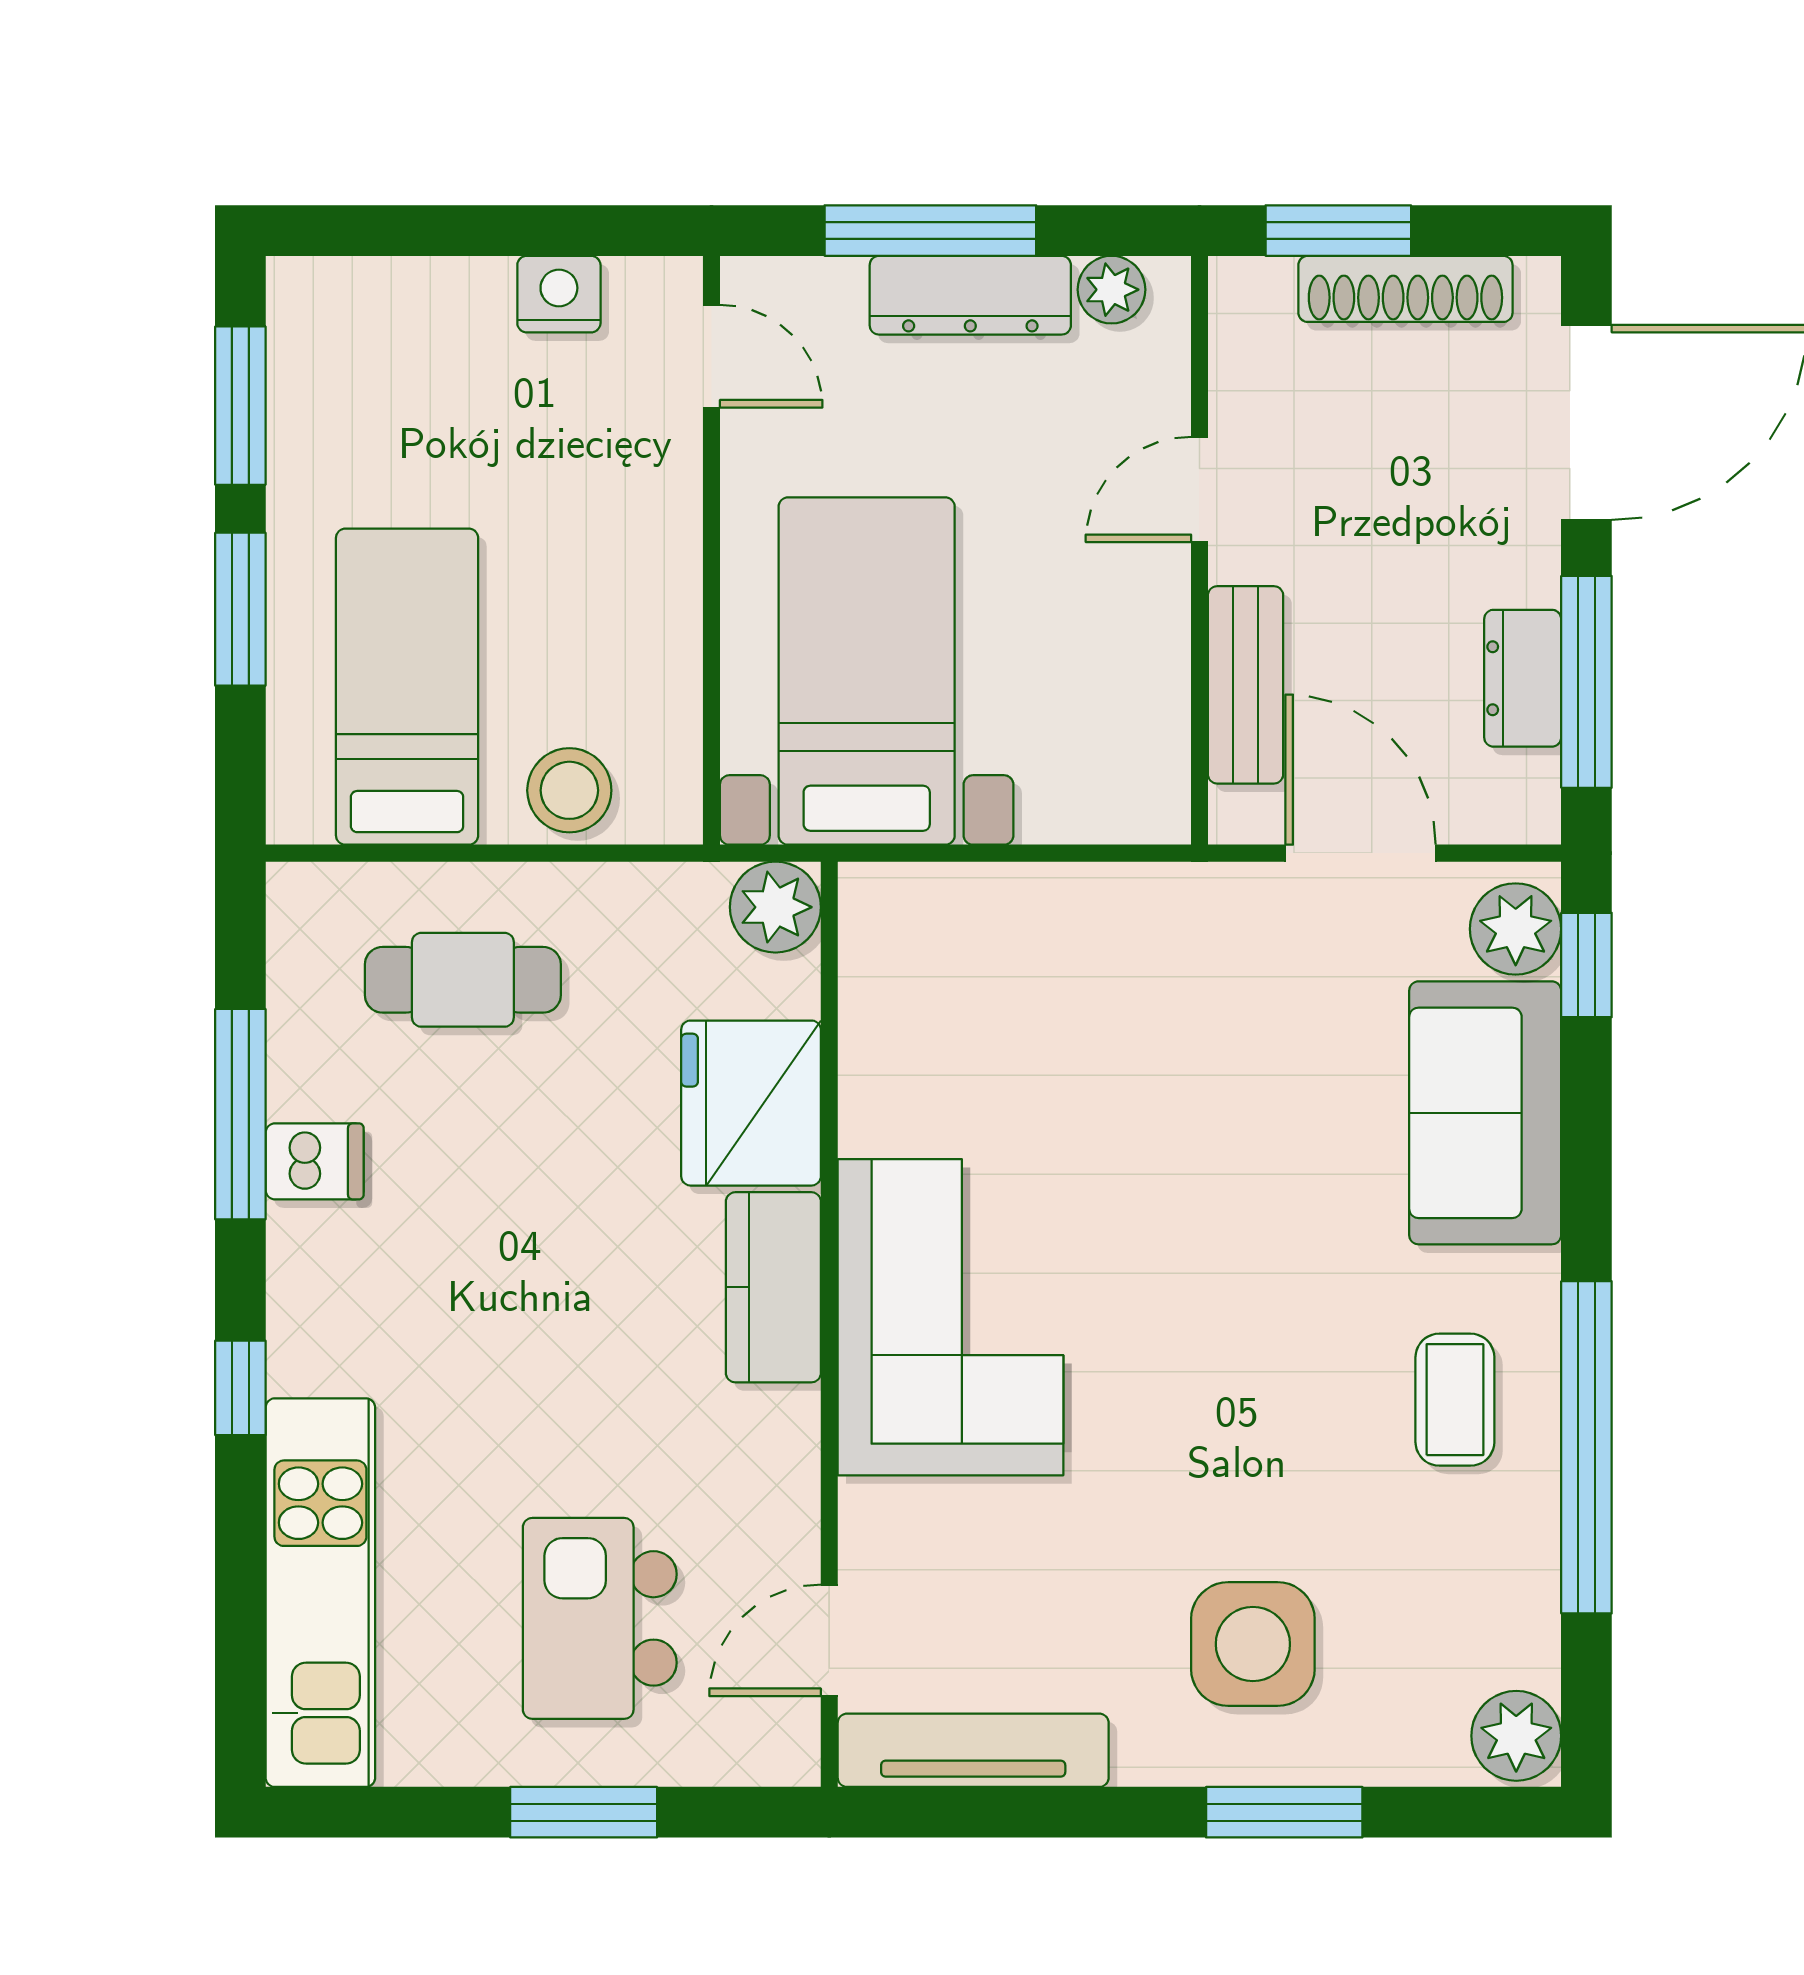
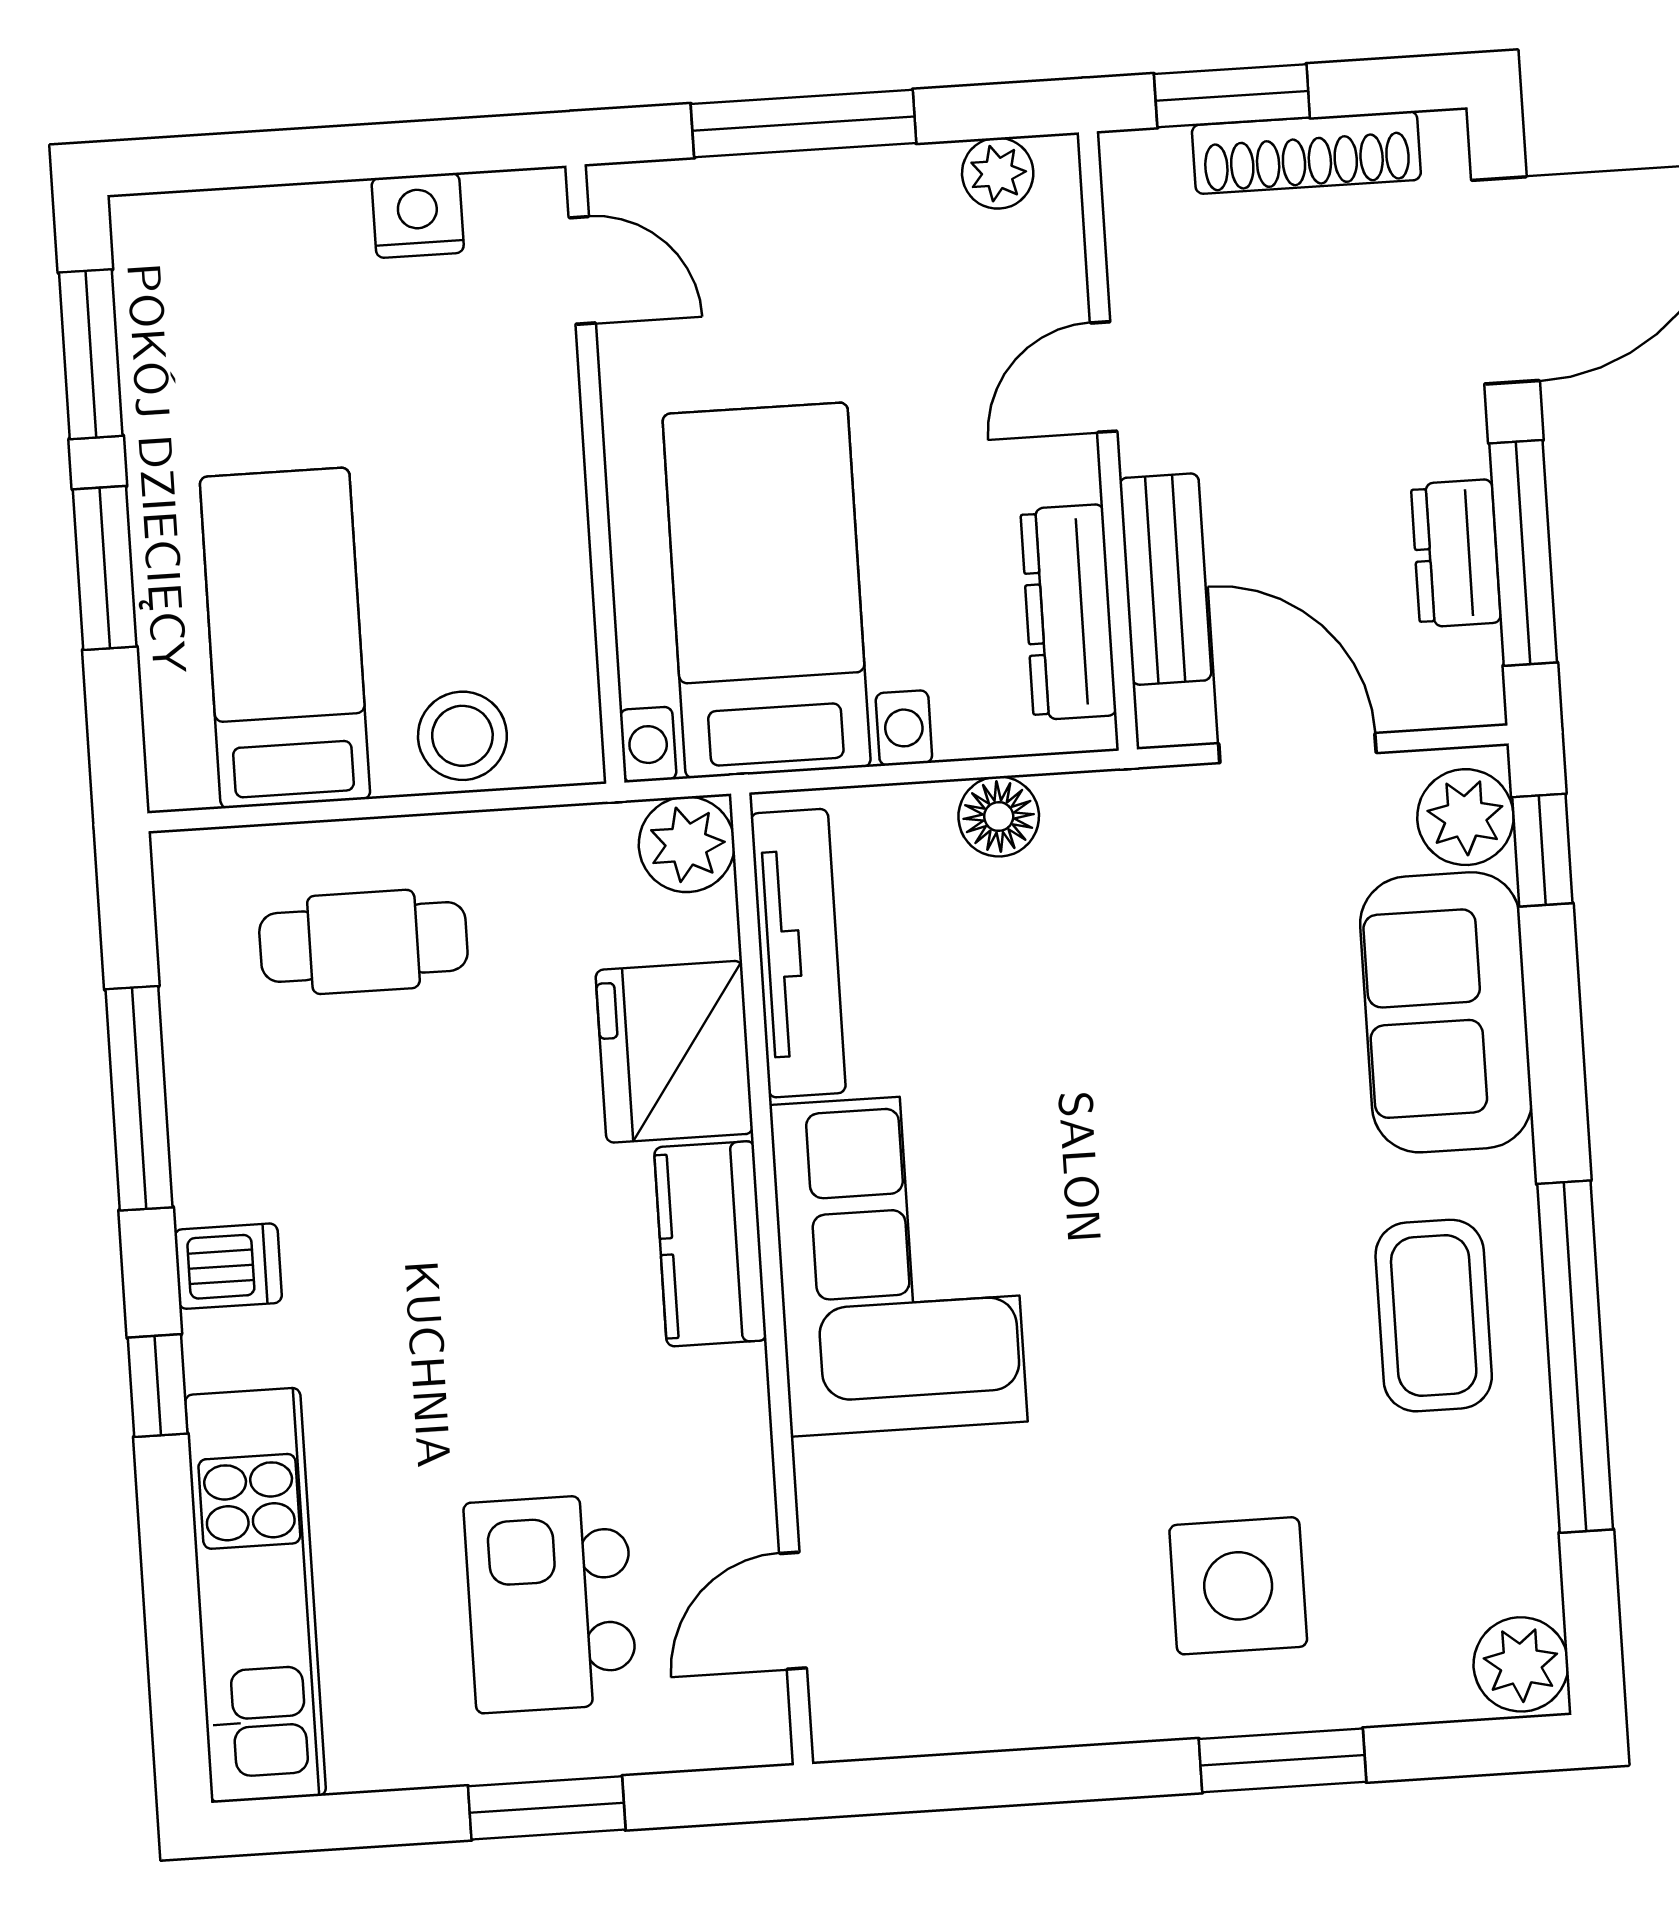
dresser: (970, 295) -> (1068, 612), moved, turned 90
floor lamp: (1073, 900) -> (999, 816), added
dishwasher: (315, 1161) -> (228, 1266), moved
coffee table: (1455, 1400) -> (1434, 1316), width x1.36, depth x1.30
tv unit: (973, 1750) -> (798, 953), moved, turned 90

